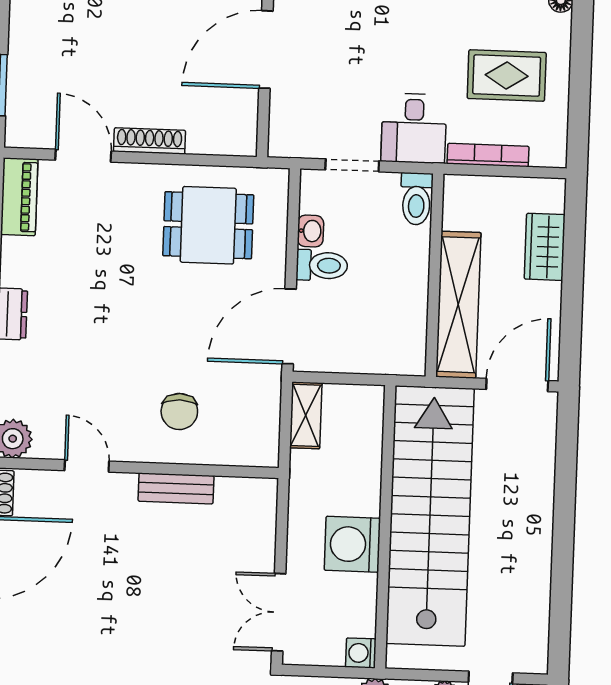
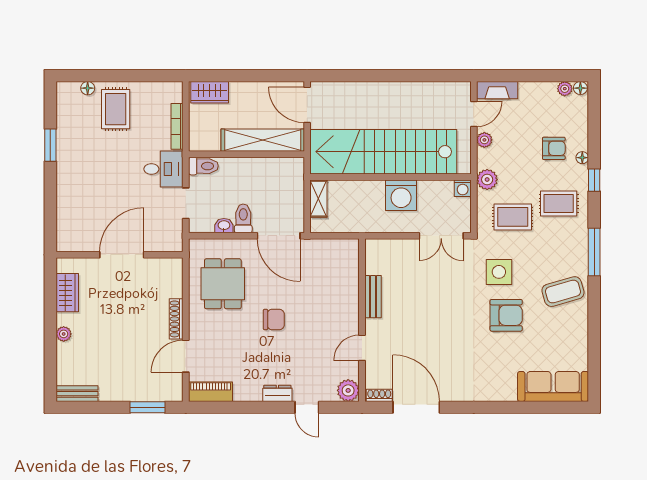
door: (266, 50) -> (122, 255), swing flipped
rug: (507, 76) -> (116, 109), moved
wardrobe: (545, 247) -> (210, 92), moved
chair: (179, 412) -> (274, 319), moved
shelving: (306, 415) -> (318, 199), moved, turned 90

